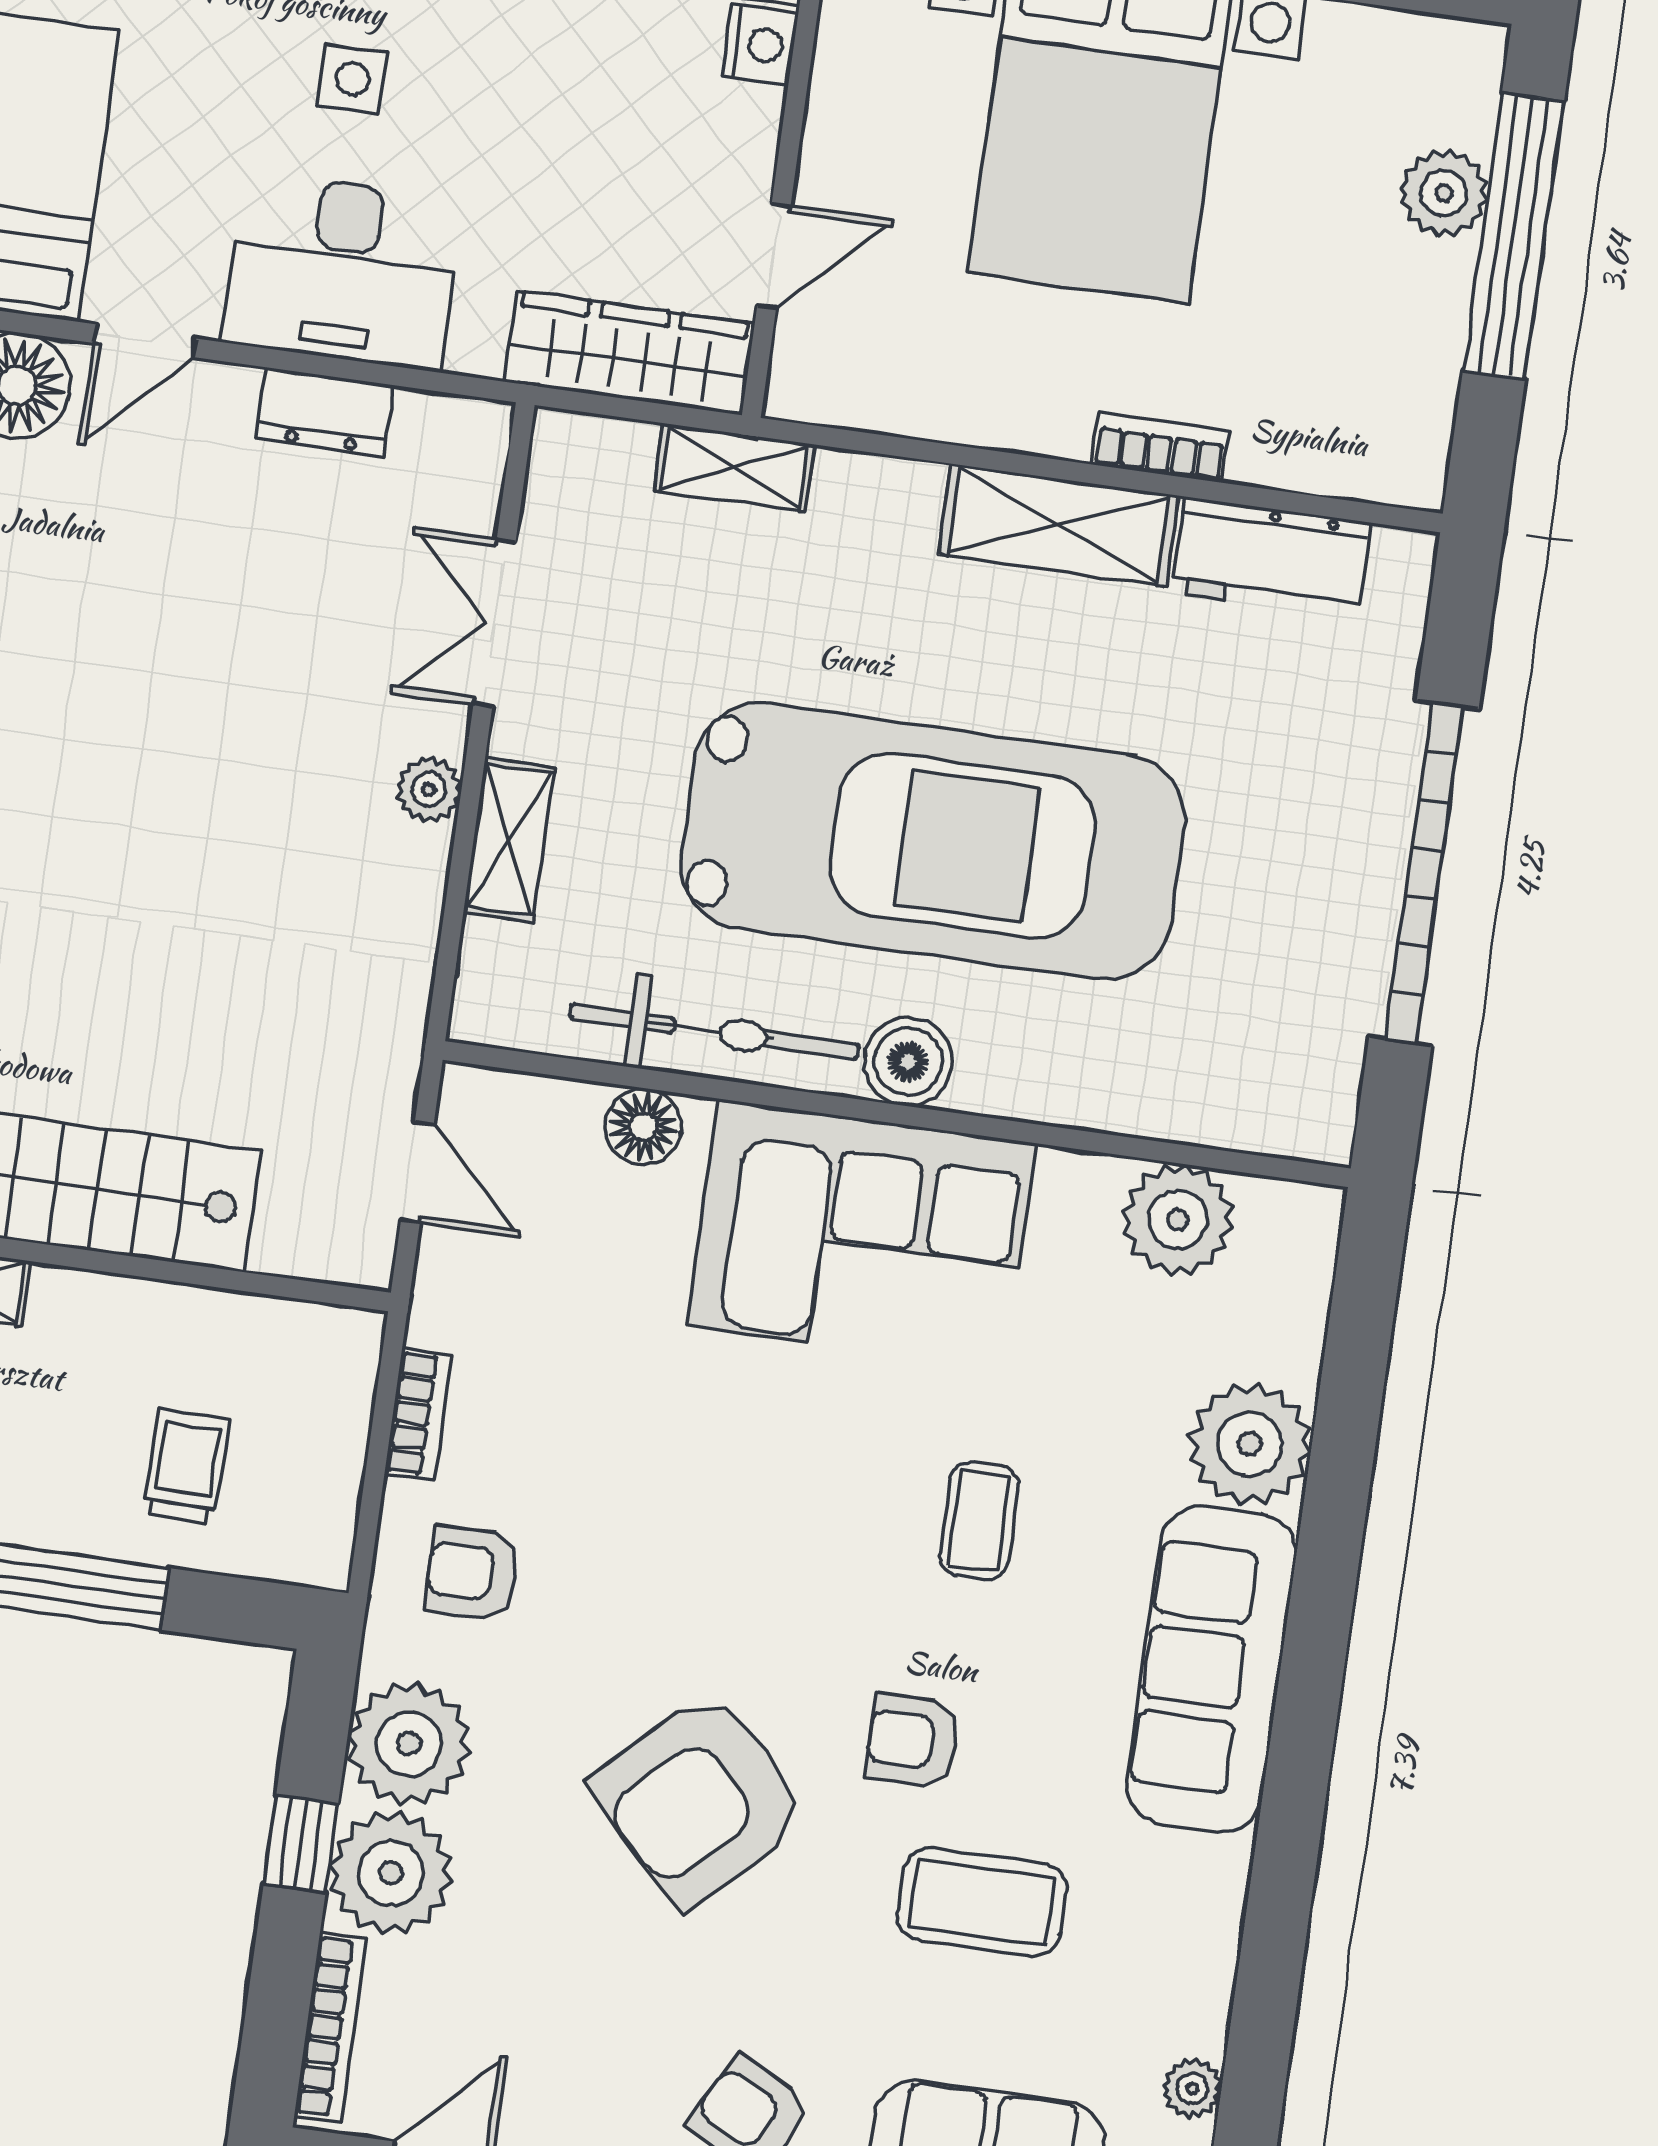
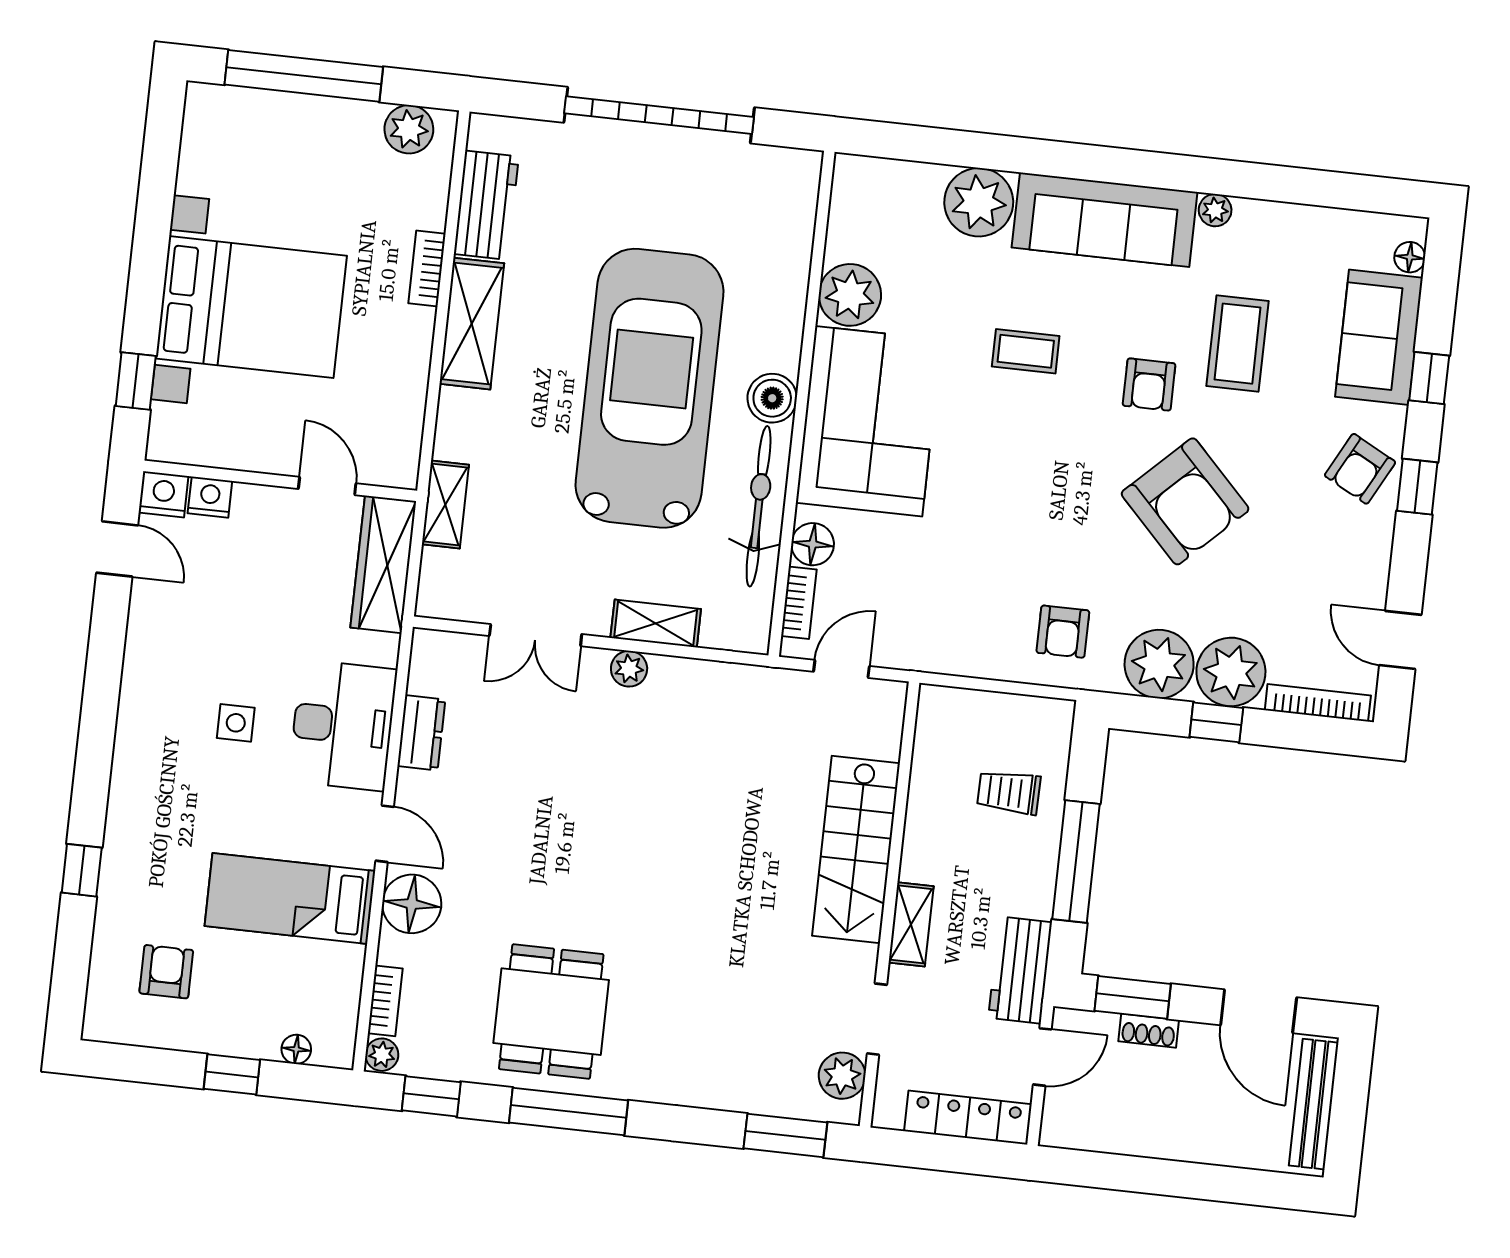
plant: (1444, 193) -> (409, 129), moved
plant: (1178, 1220) -> (850, 295), moved
bookcase: (418, 1414) -> (799, 603), moved, turned 90
plant: (1192, 2089) -> (1215, 210), moved

